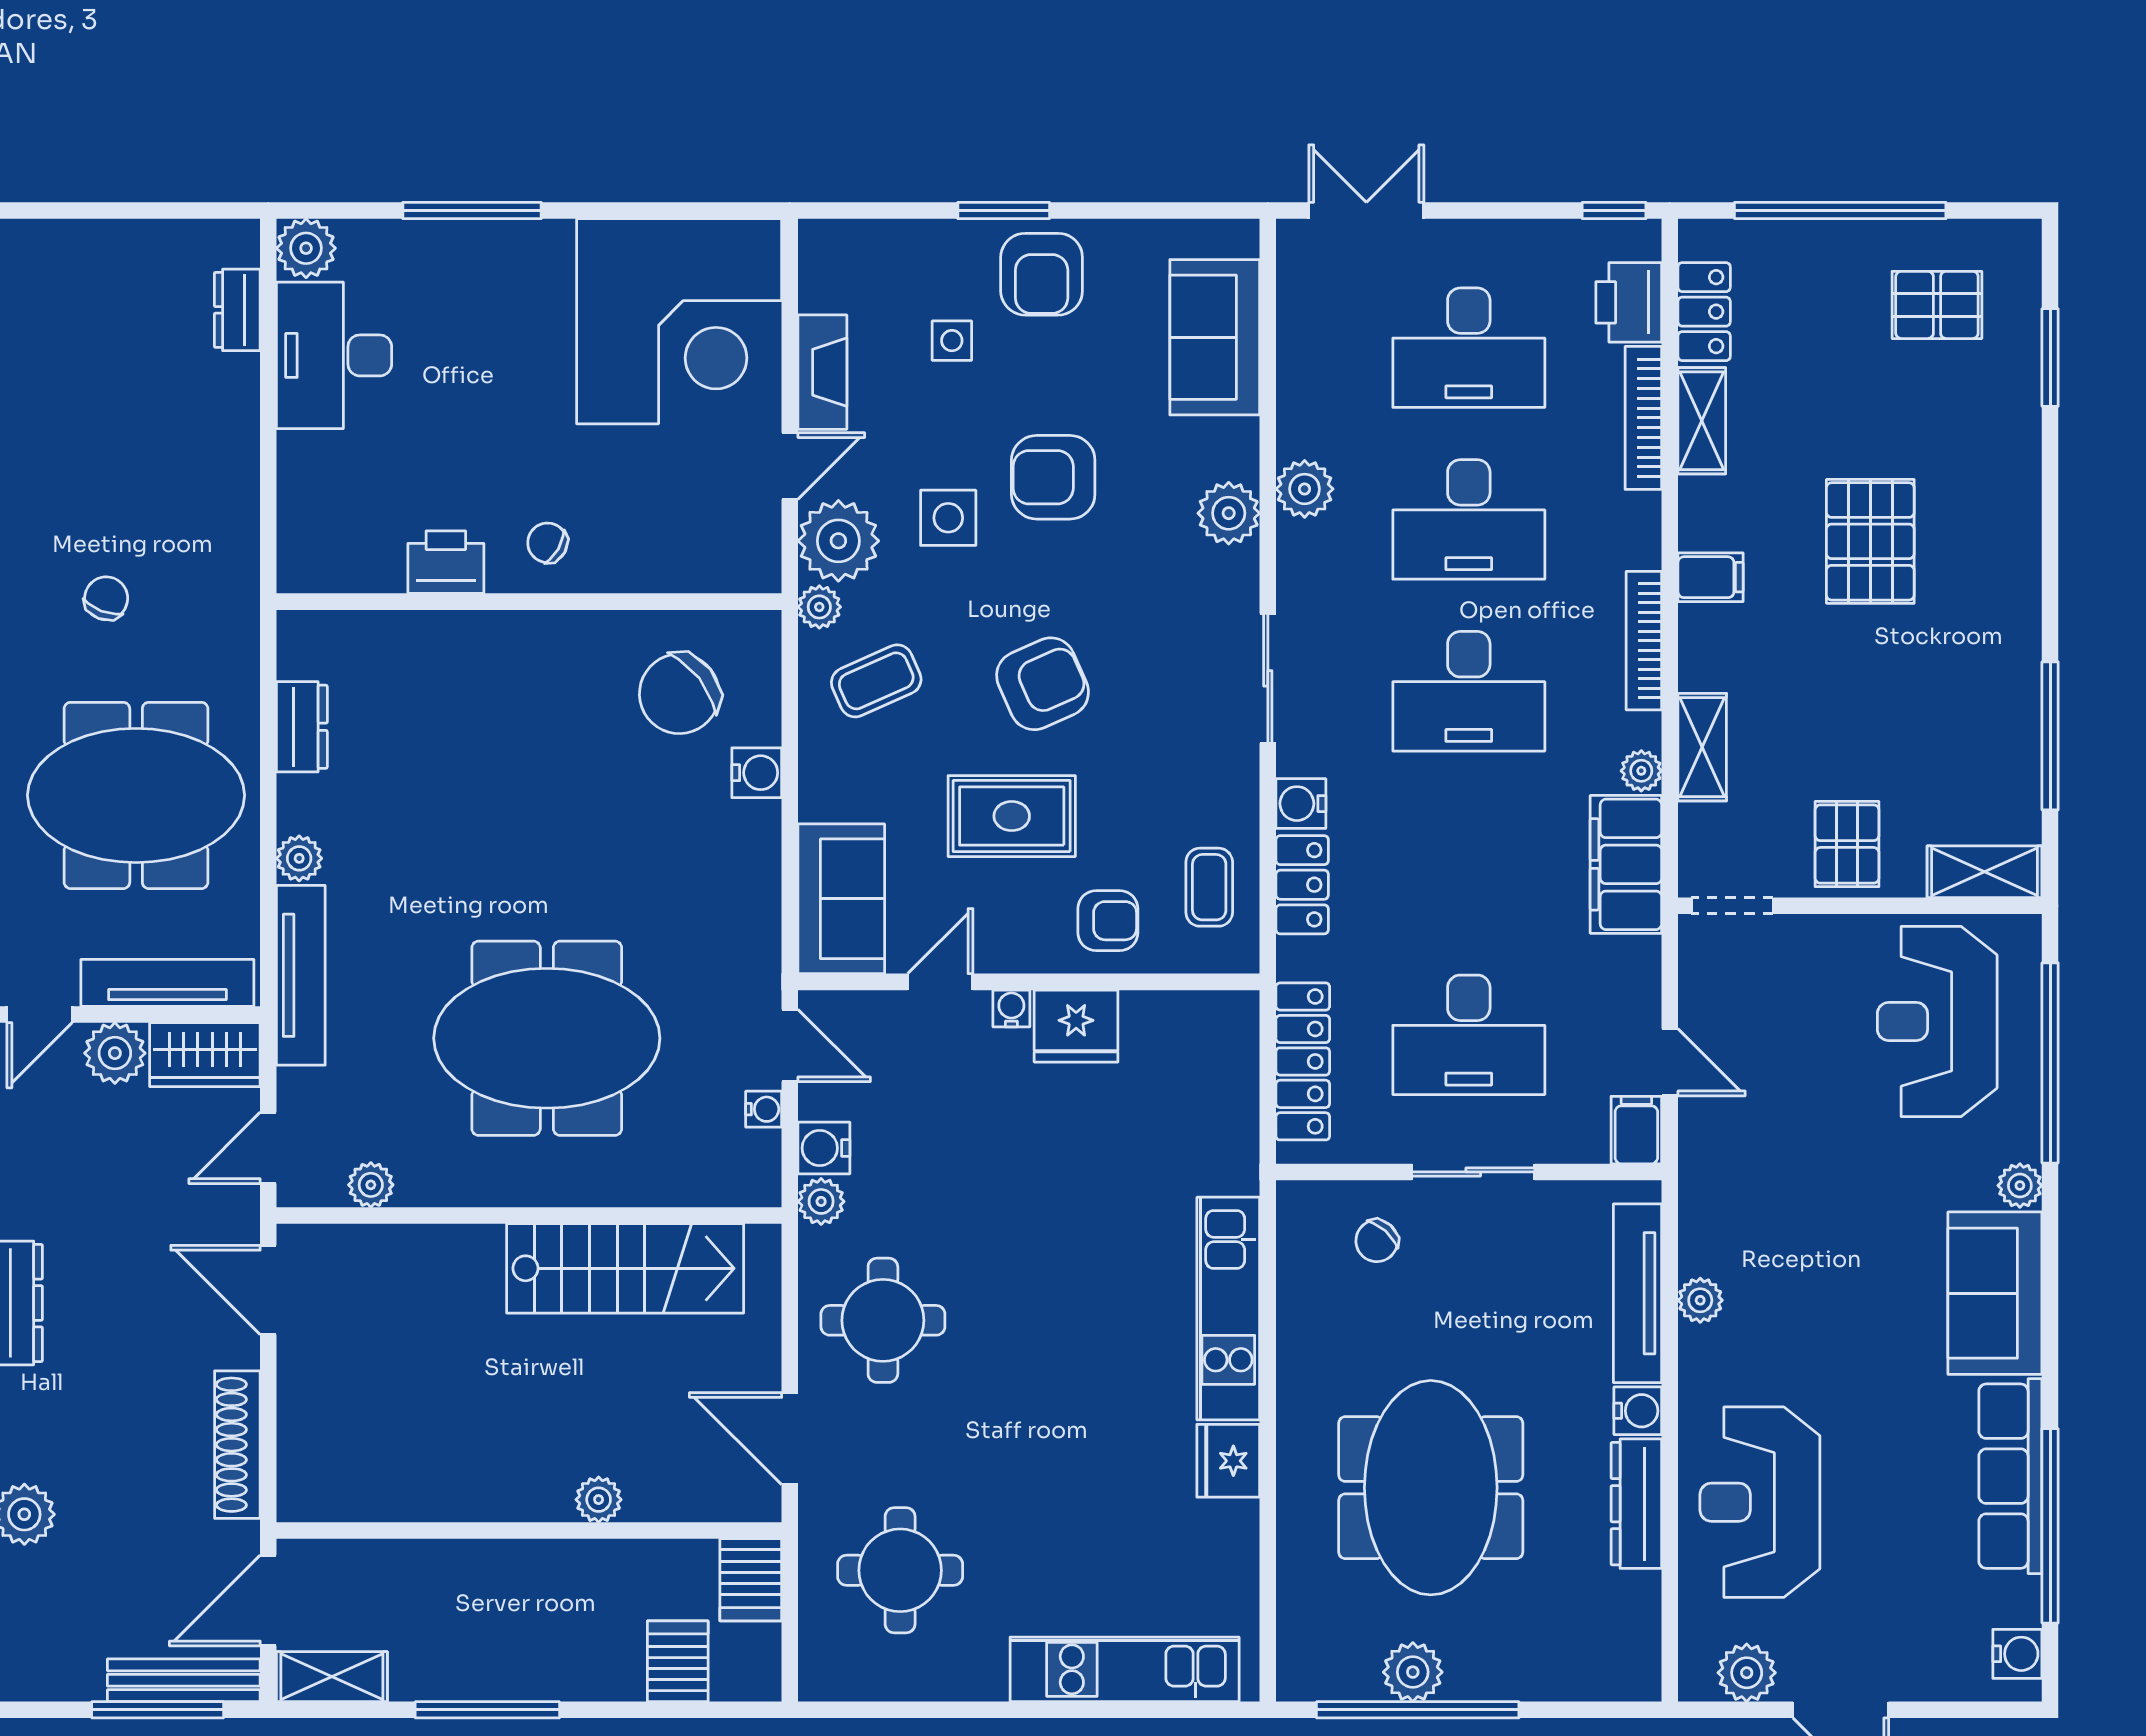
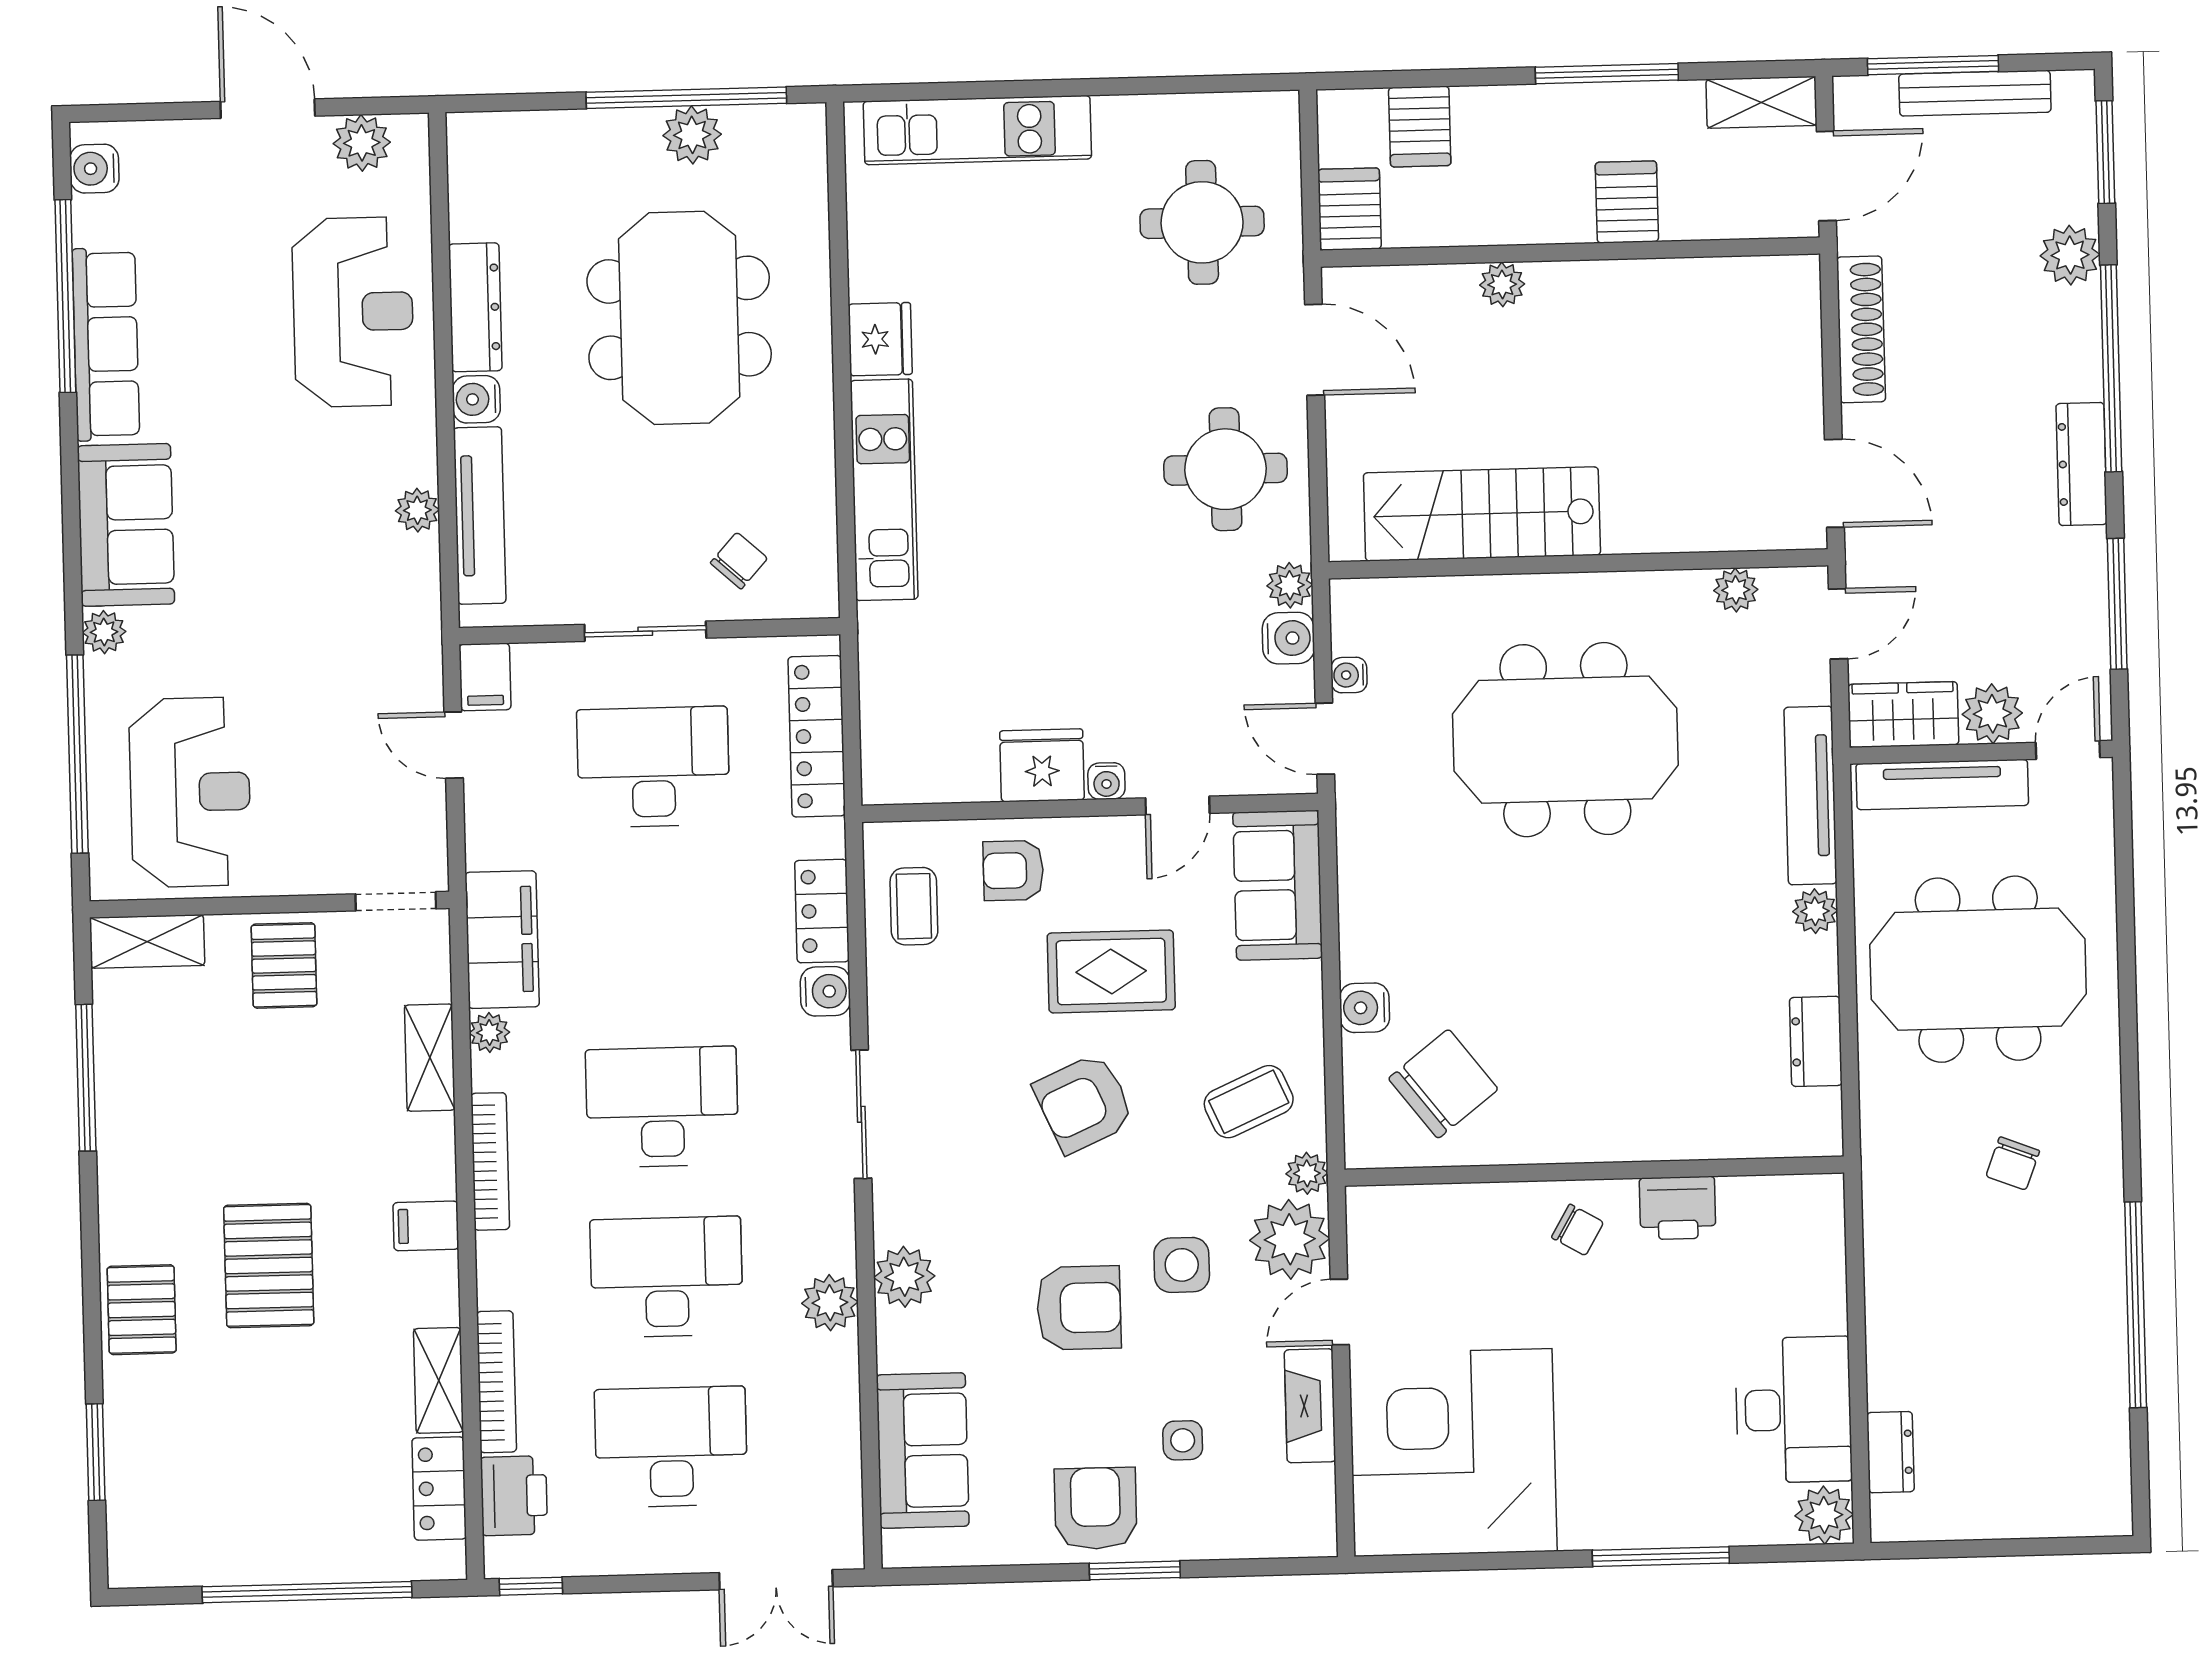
pallet: (1937, 305) -> (142, 1310), moved, turned 90
server rack: (470, 1580) -> (1627, 202), added
bench: (184, 1680) -> (1975, 93), moved

